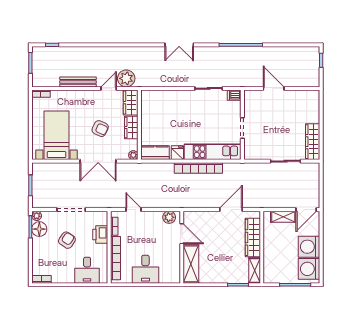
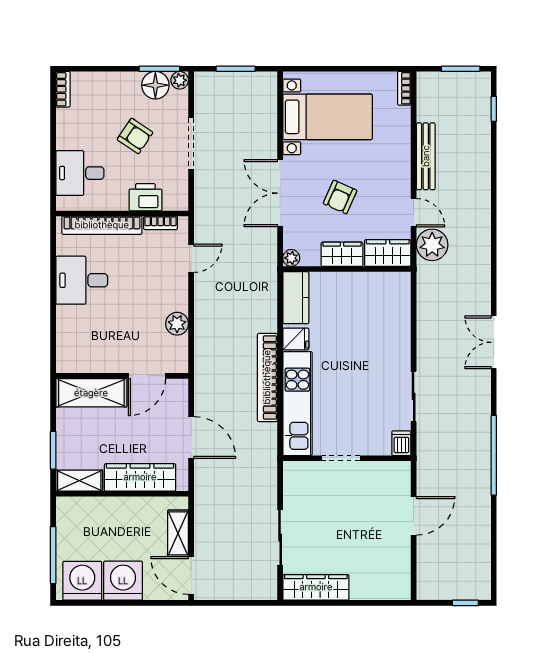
door: (182, 234) -> (147, 376), moved
wall: (182, 247) -> (122, 376), moved
shelving: (191, 264) -> (91, 393), moved

